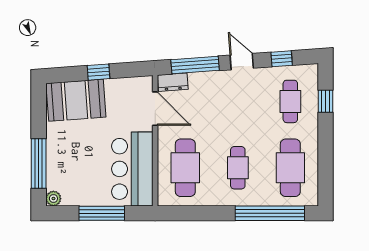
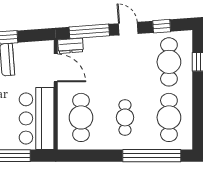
cafe table: (290, 101) -> (169, 62), width x1.37, depth x1.35

